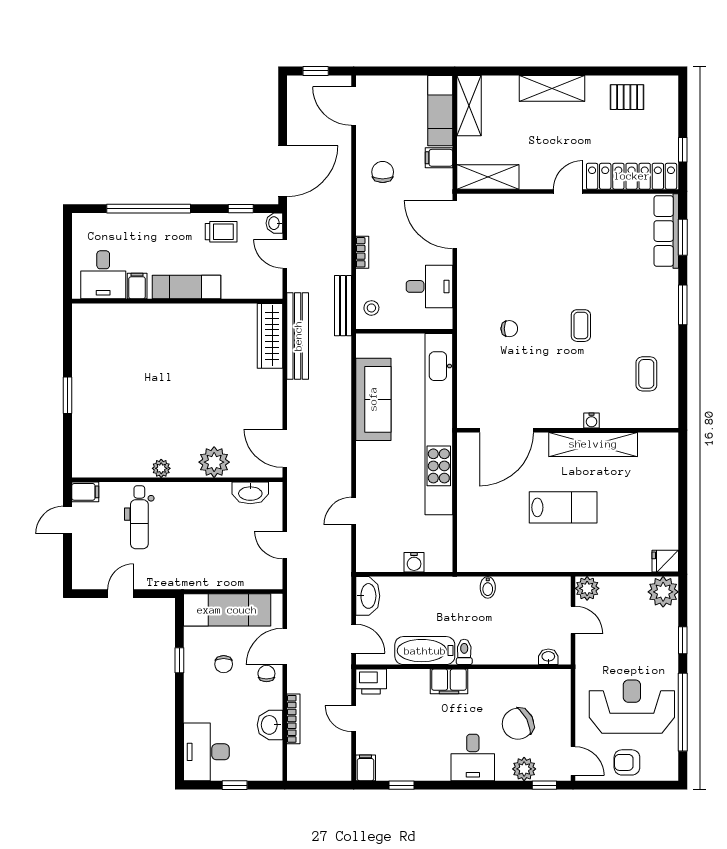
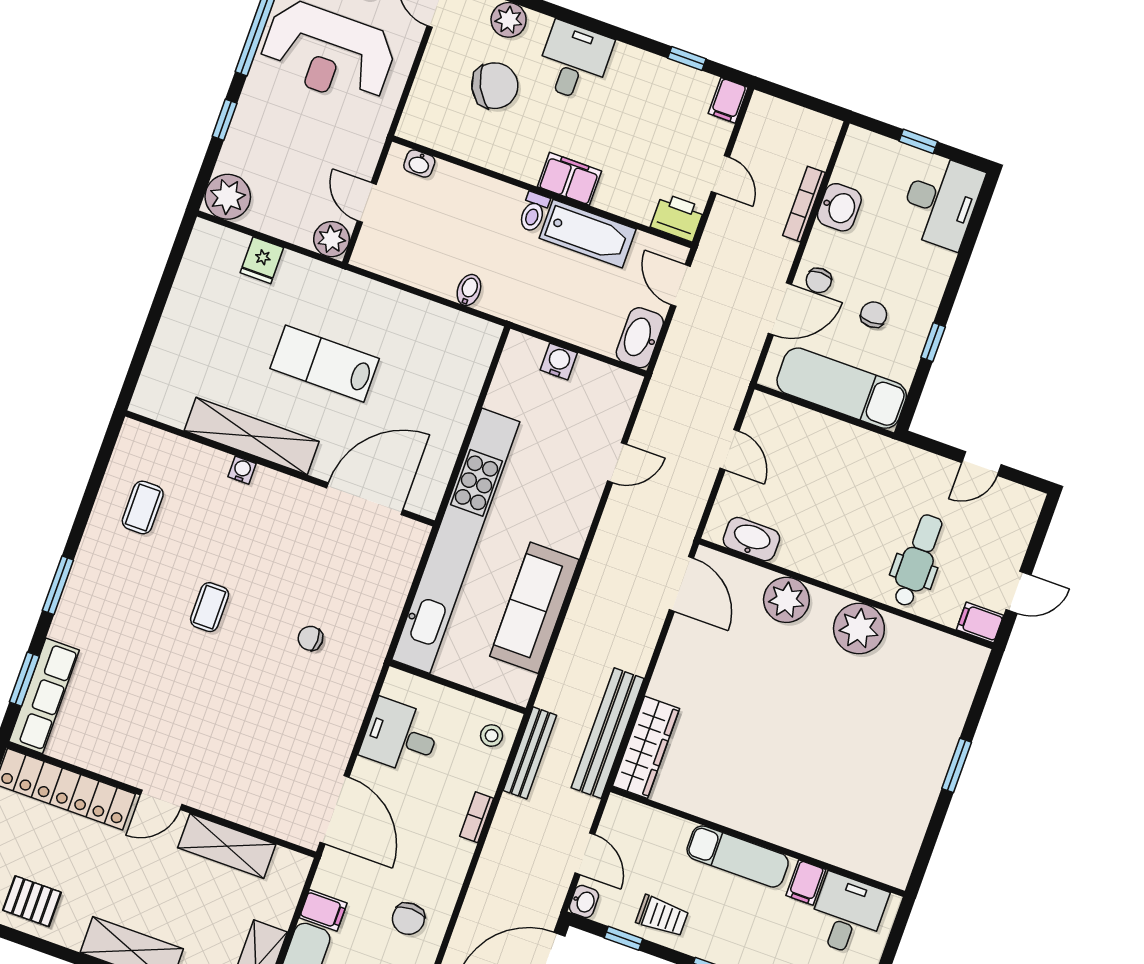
shelving: (488, 177) -> (227, 846), moved
trolley: (221, 232) -> (662, 916), turned 180
plant: (161, 468) -> (859, 629), width x1.88, depth x1.88
fridge: (665, 561) -> (262, 260), moved, turned 90

